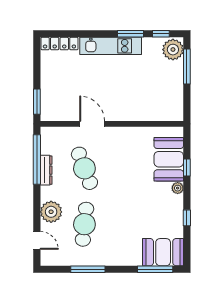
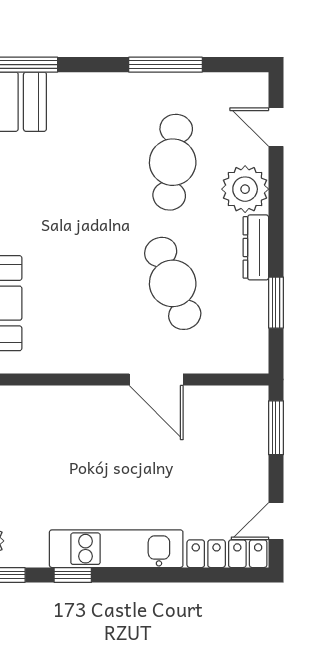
window: (131, 34) -> (73, 575), width x0.67
door: (37, 59) -> (276, 521), added
window: (37, 159) -> (276, 303), width x0.47
dresser: (46, 170) -> (256, 247), moved

